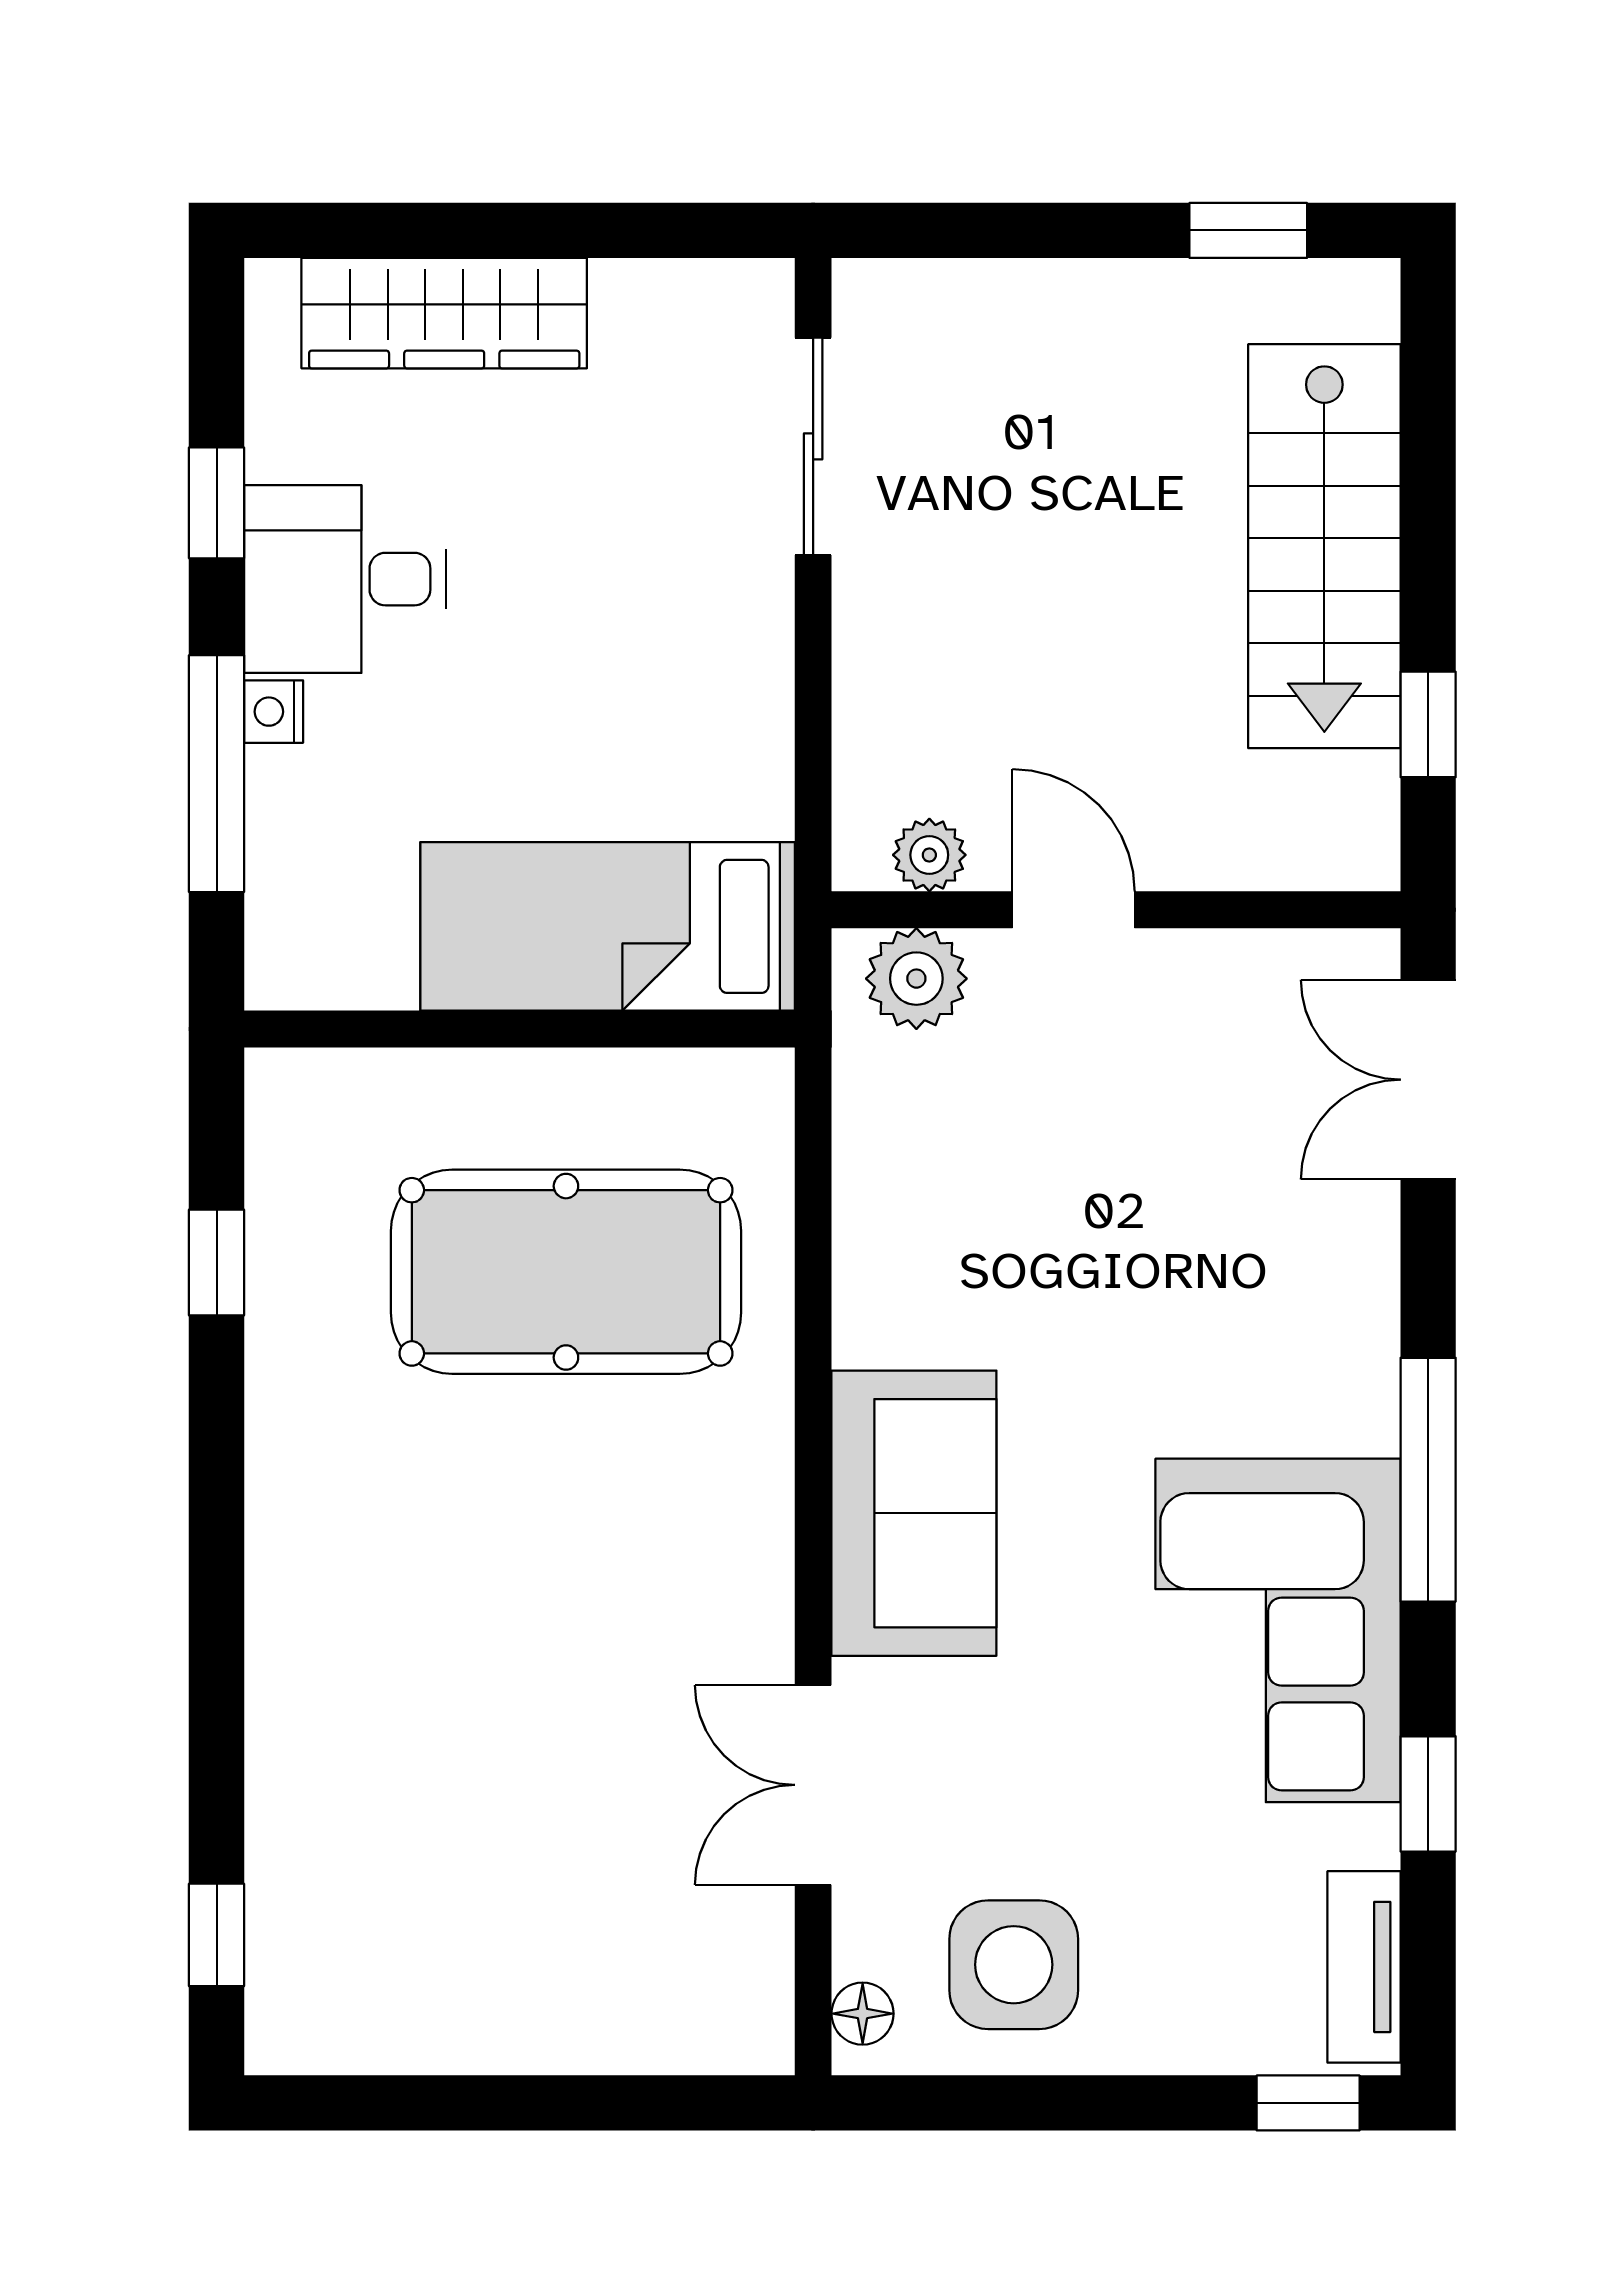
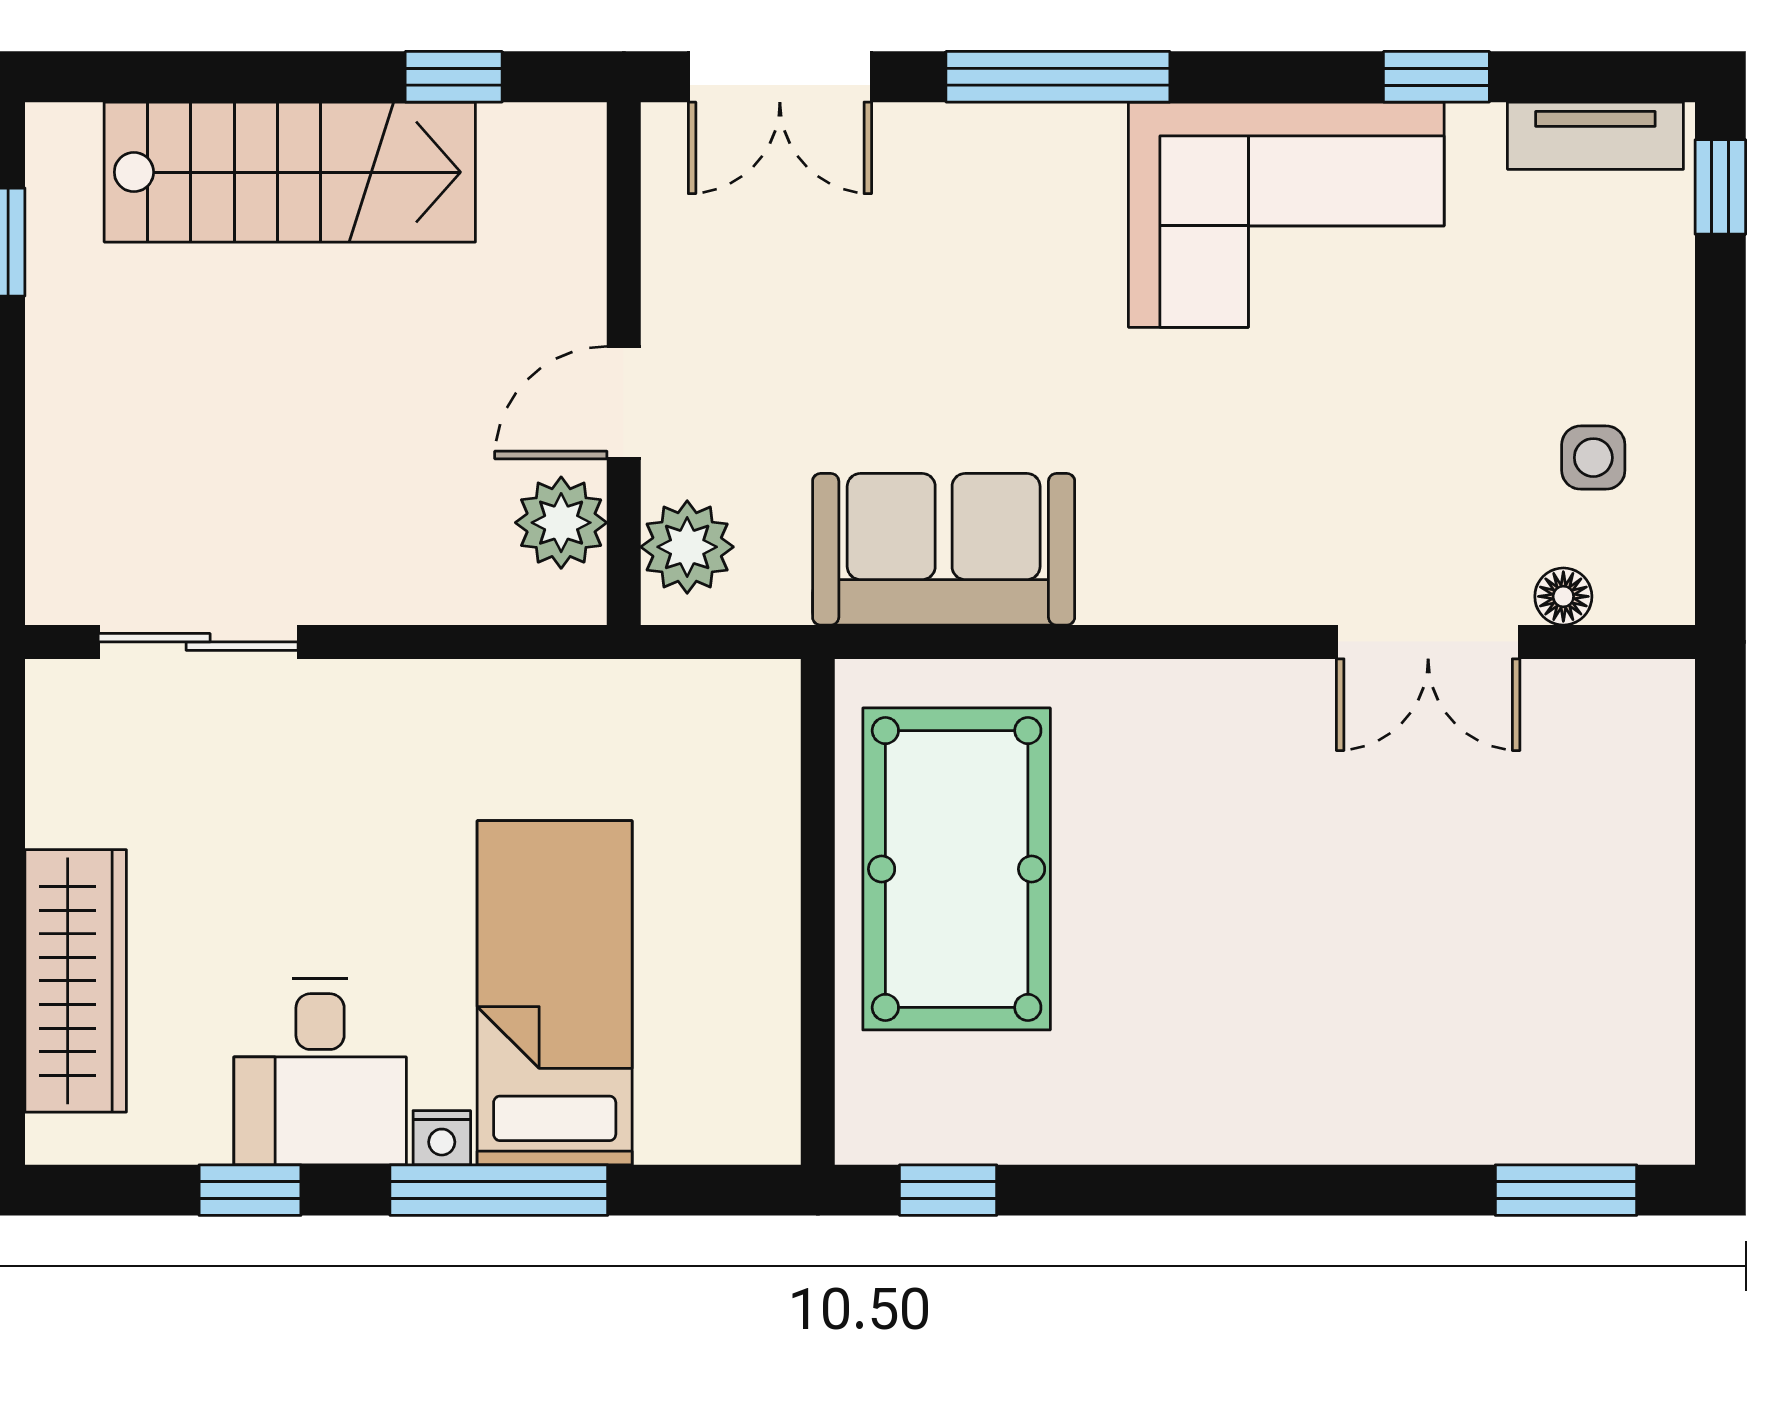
plant: (929, 855) -> (561, 523), width x1.38, depth x1.38
bed: (608, 926) -> (555, 993), moved, turned 180
wall: (519, 1029) -> (818, 912), moved
window: (1428, 1480) -> (1058, 77), moved
sofa: (914, 1513) -> (944, 549), moved
window: (217, 1935) -> (1566, 1190), width x1.50
side table: (1014, 1965) -> (1593, 458), width x0.54, depth x0.54
floor lamp: (863, 2014) -> (1563, 596), moved

